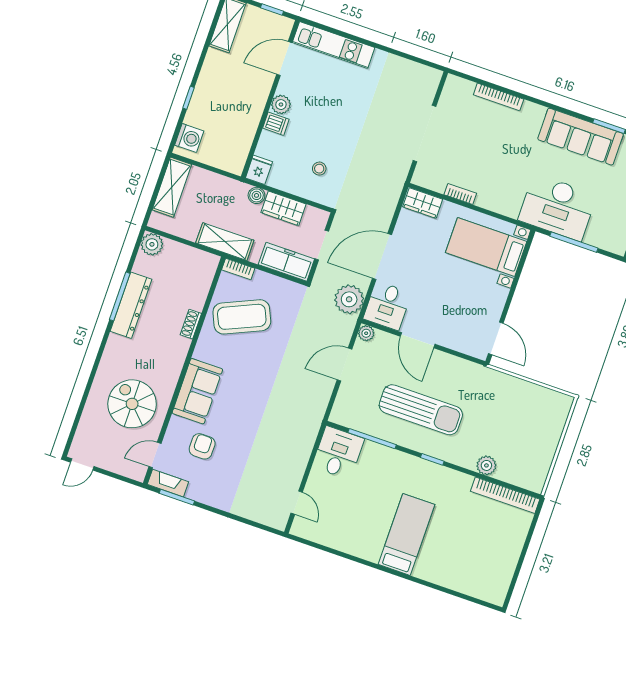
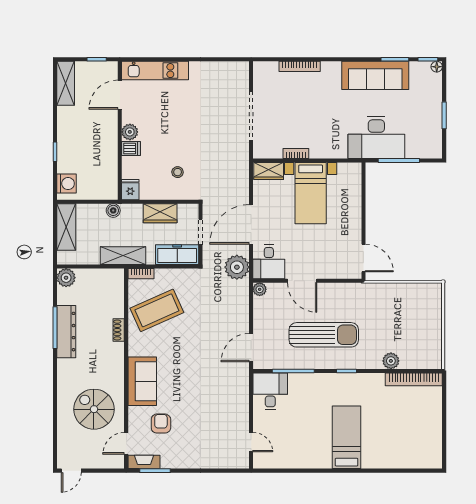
boiler: (256, 195) -> (113, 210), moved
bed with nightstands: (486, 247) -> (311, 193), moved, turned -90
door: (345, 364) -> (251, 348), moved

